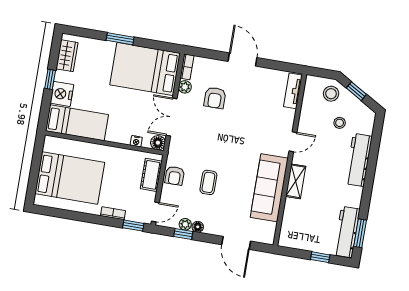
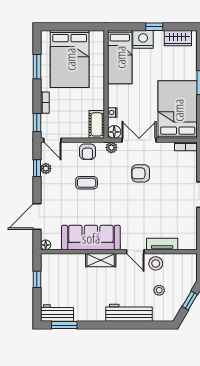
plant: (185, 87) -> (111, 148), moved
tv unit: (293, 91) -> (162, 244), moved
stool: (331, 94) -> (156, 263), moved
armchair: (215, 98) -> (141, 173), moved
cot: (151, 175) -> (97, 124), moved, turned 90
armchair: (175, 176) -> (87, 152), turned -90
window: (72, 215) -> (37, 67), added
floor lamp: (198, 227) -> (46, 245), moved
workbench: (347, 232) -> (57, 313), width x0.73
window: (320, 257) -> (37, 279), moved

